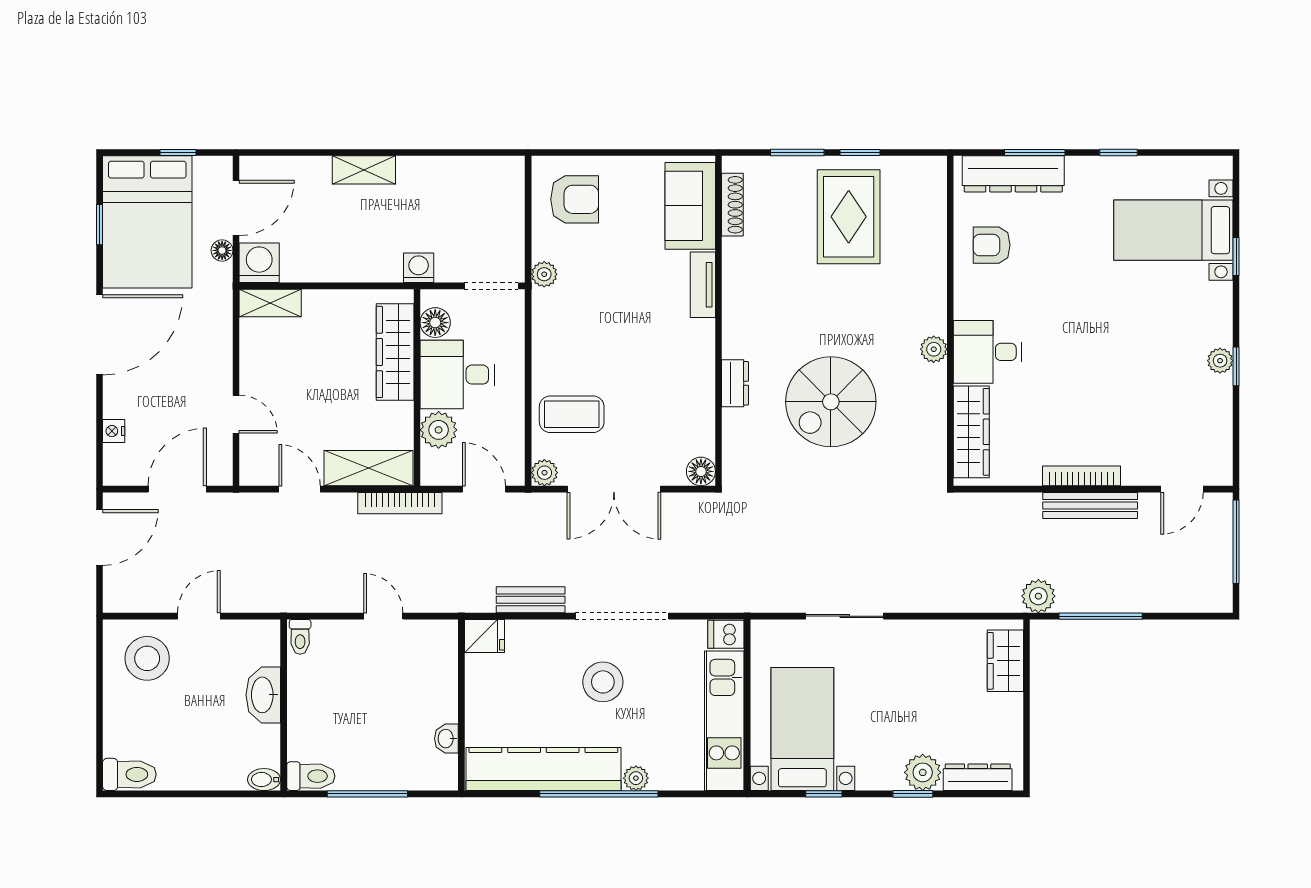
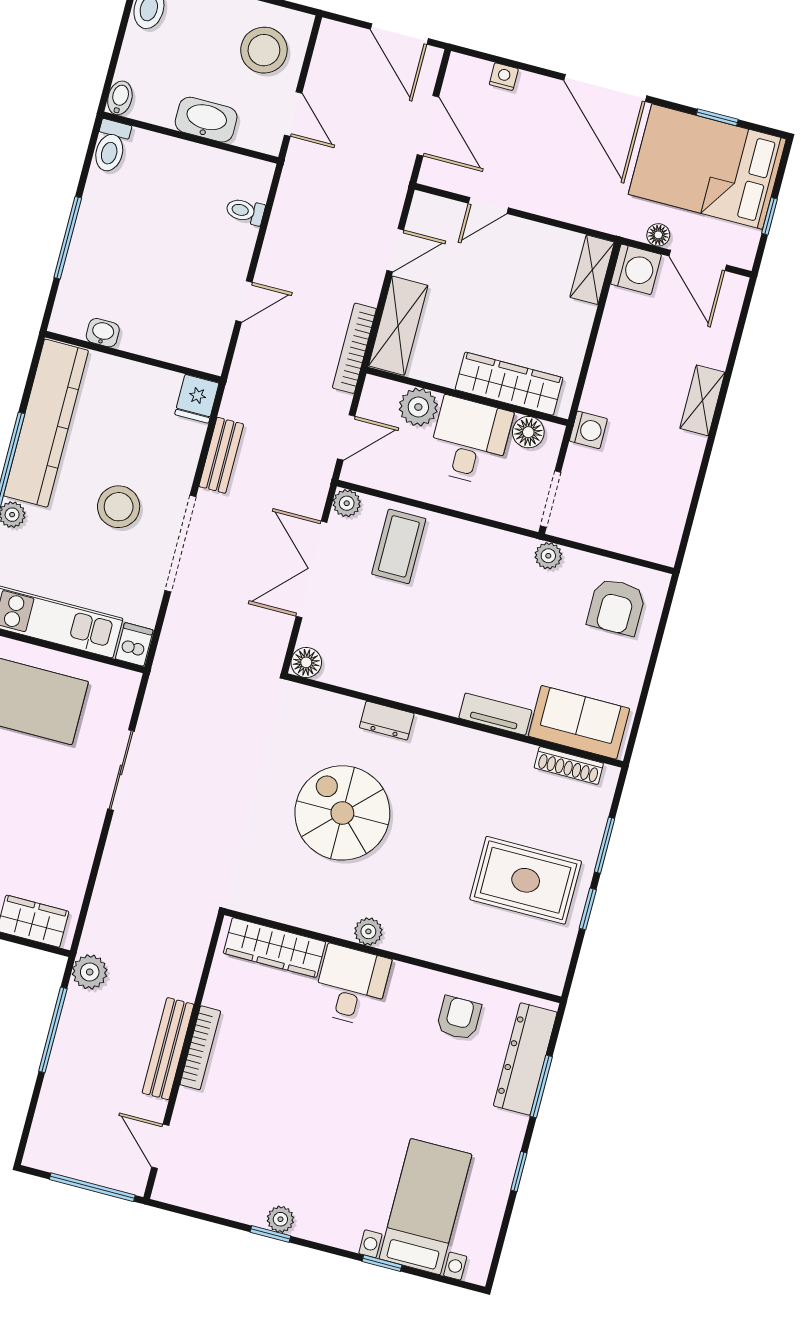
washbasin: (263, 695) -> (206, 120), moved
wall: (284, 705) -> (190, 138), moved
toilet: (311, 776) -> (111, 146), moved
bidet: (264, 780) -> (120, 98), moved

